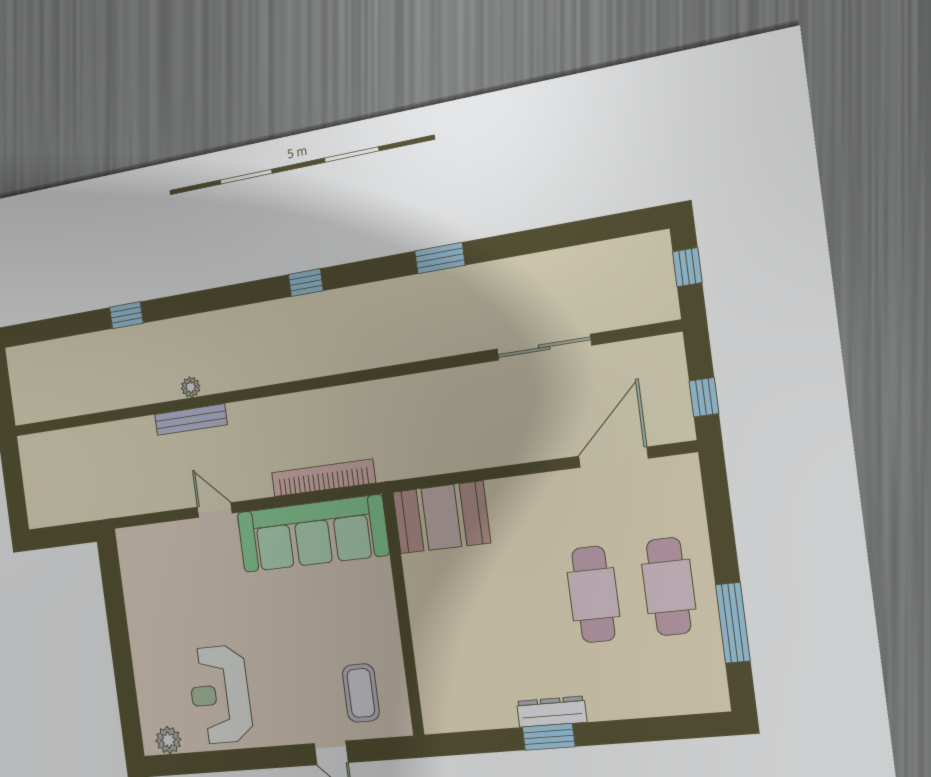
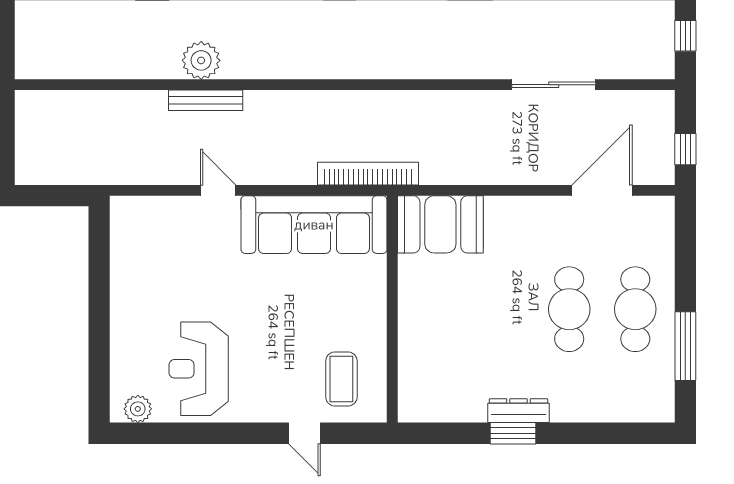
plant: (191, 387) -> (201, 60), width x1.88, depth x1.88
bookcase: (323, 478) -> (368, 174), moved

